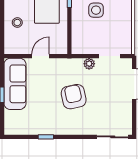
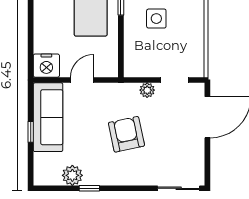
stool: (17, 23) -> (51, 35), removed
nightstand: (14, 45) -> (46, 66), added
plant: (33, 127) -> (72, 175), added

